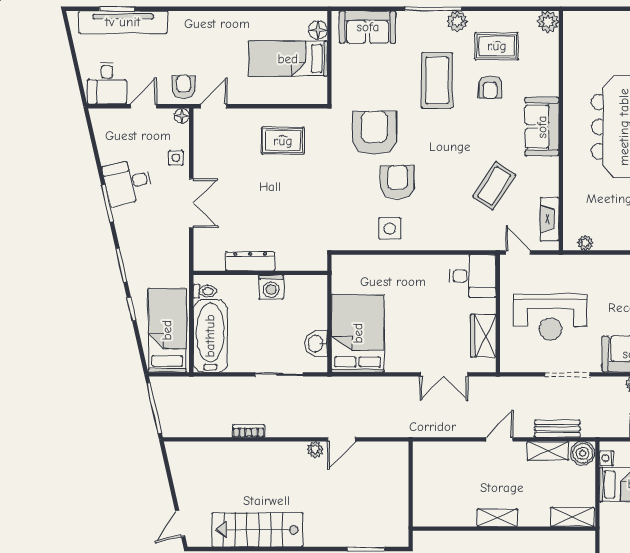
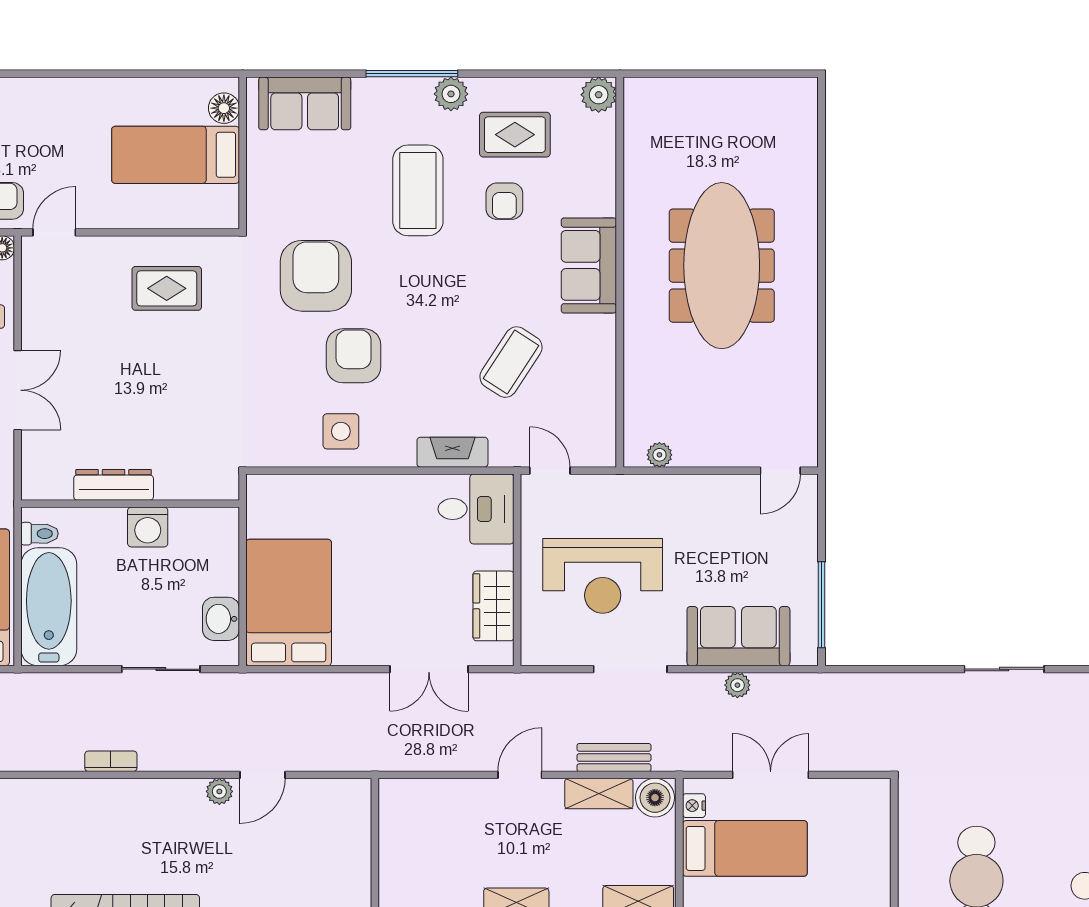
fireplace: (550, 219) -> (452, 452), moved, turned 90

